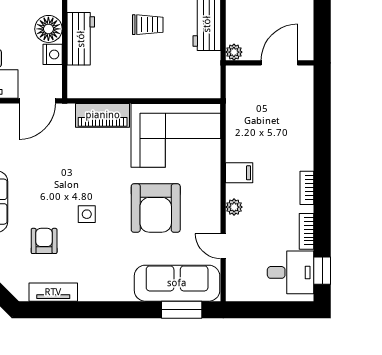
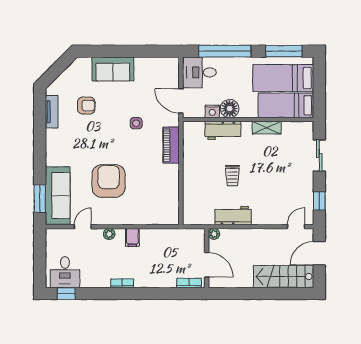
corner sofa: (176, 135) -> (158, 195), removed
armchair: (156, 208) -> (109, 181), turned 90
side table: (87, 214) -> (136, 123), moved
bookcase: (306, 231) -> (189, 283), moved

